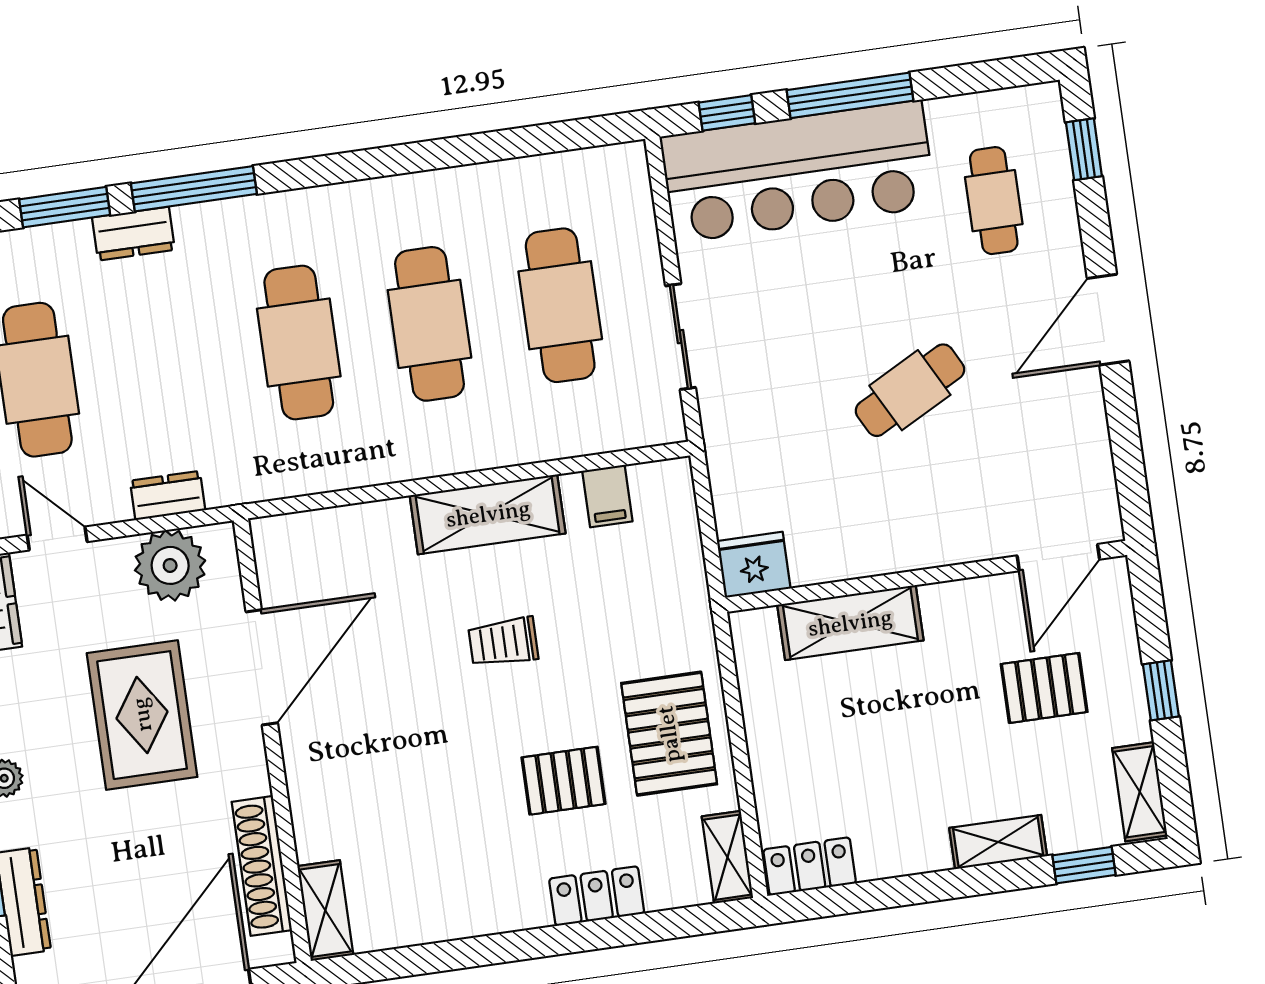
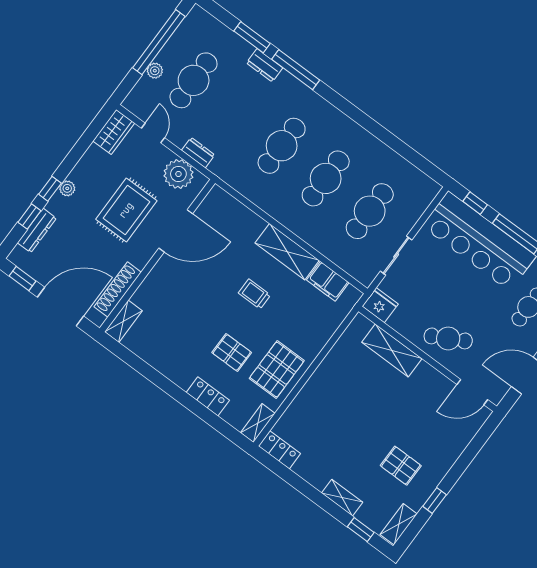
filing cabinet: (607, 496) -> (328, 281), width x2.00
door: (1058, 558) -> (472, 392), moved
fridge: (754, 565) -> (380, 305), moved
wall: (926, 576) -> (428, 359), moved
shelving: (850, 623) -> (392, 350), moved

